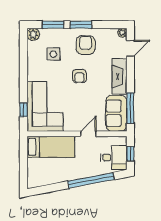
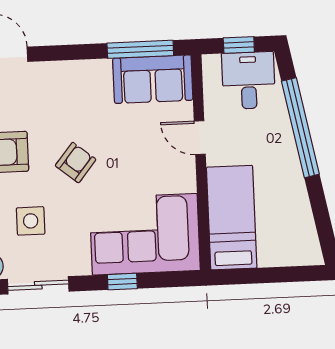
sliding door: (24, 56) -> (38, 285), added
armchair: (79, 76) -> (76, 163), turned -51
fireplace: (119, 76) -> (73, 76), removed
window: (24, 110) -> (122, 282), moved

